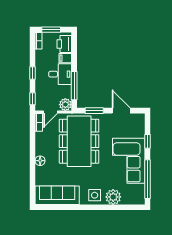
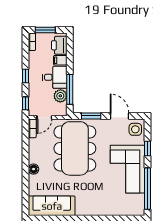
plant: (65, 105) -> (60, 96), moved
side table: (95, 195) -> (135, 129), moved
plant: (113, 197) -> (111, 208), removed

